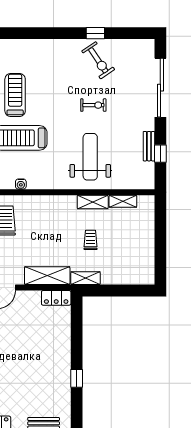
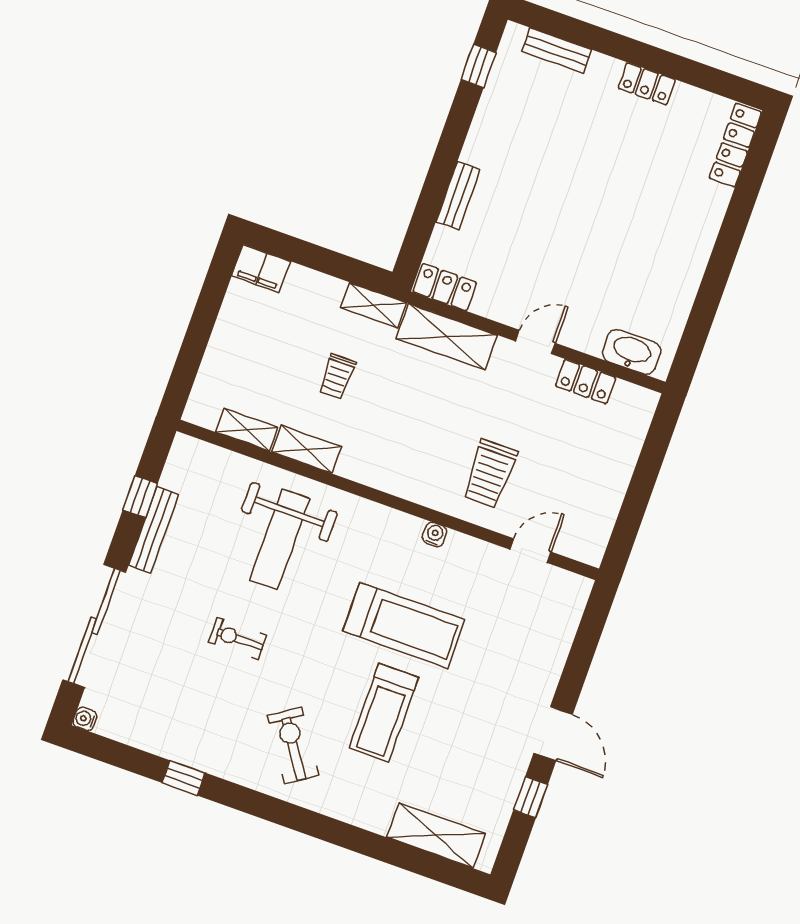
water cooler: (150, 44) -> (85, 719), added
exercise bike: (98, 60) -> (293, 745), moved
bench: (149, 146) -> (154, 530), width x1.36
filing cabinet: (142, 277) -> (261, 269), added
bench: (65, 341) -> (458, 196), added
window: (77, 378) -> (478, 66), moved

